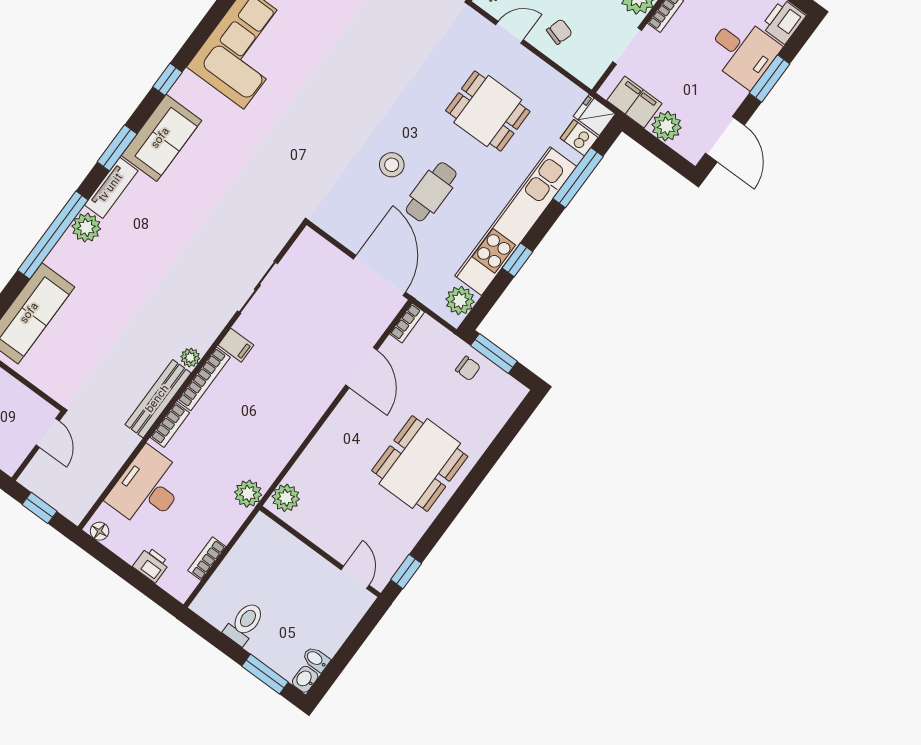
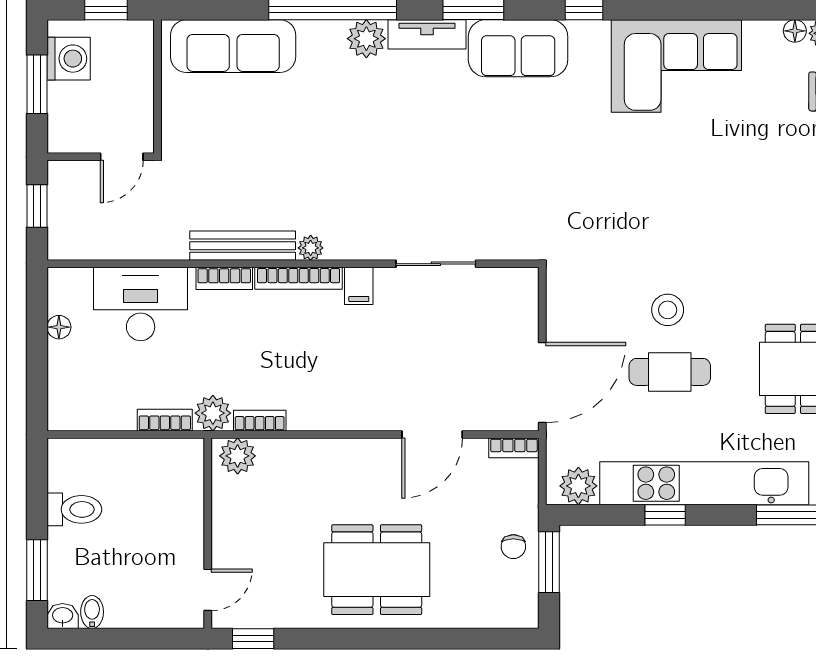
bookcase: (274, 468) -> (260, 421), added
floor lamp: (100, 531) -> (59, 327), moved
bookcase: (207, 559) -> (165, 420), moved
printer: (151, 565) -> (64, 367), removed

